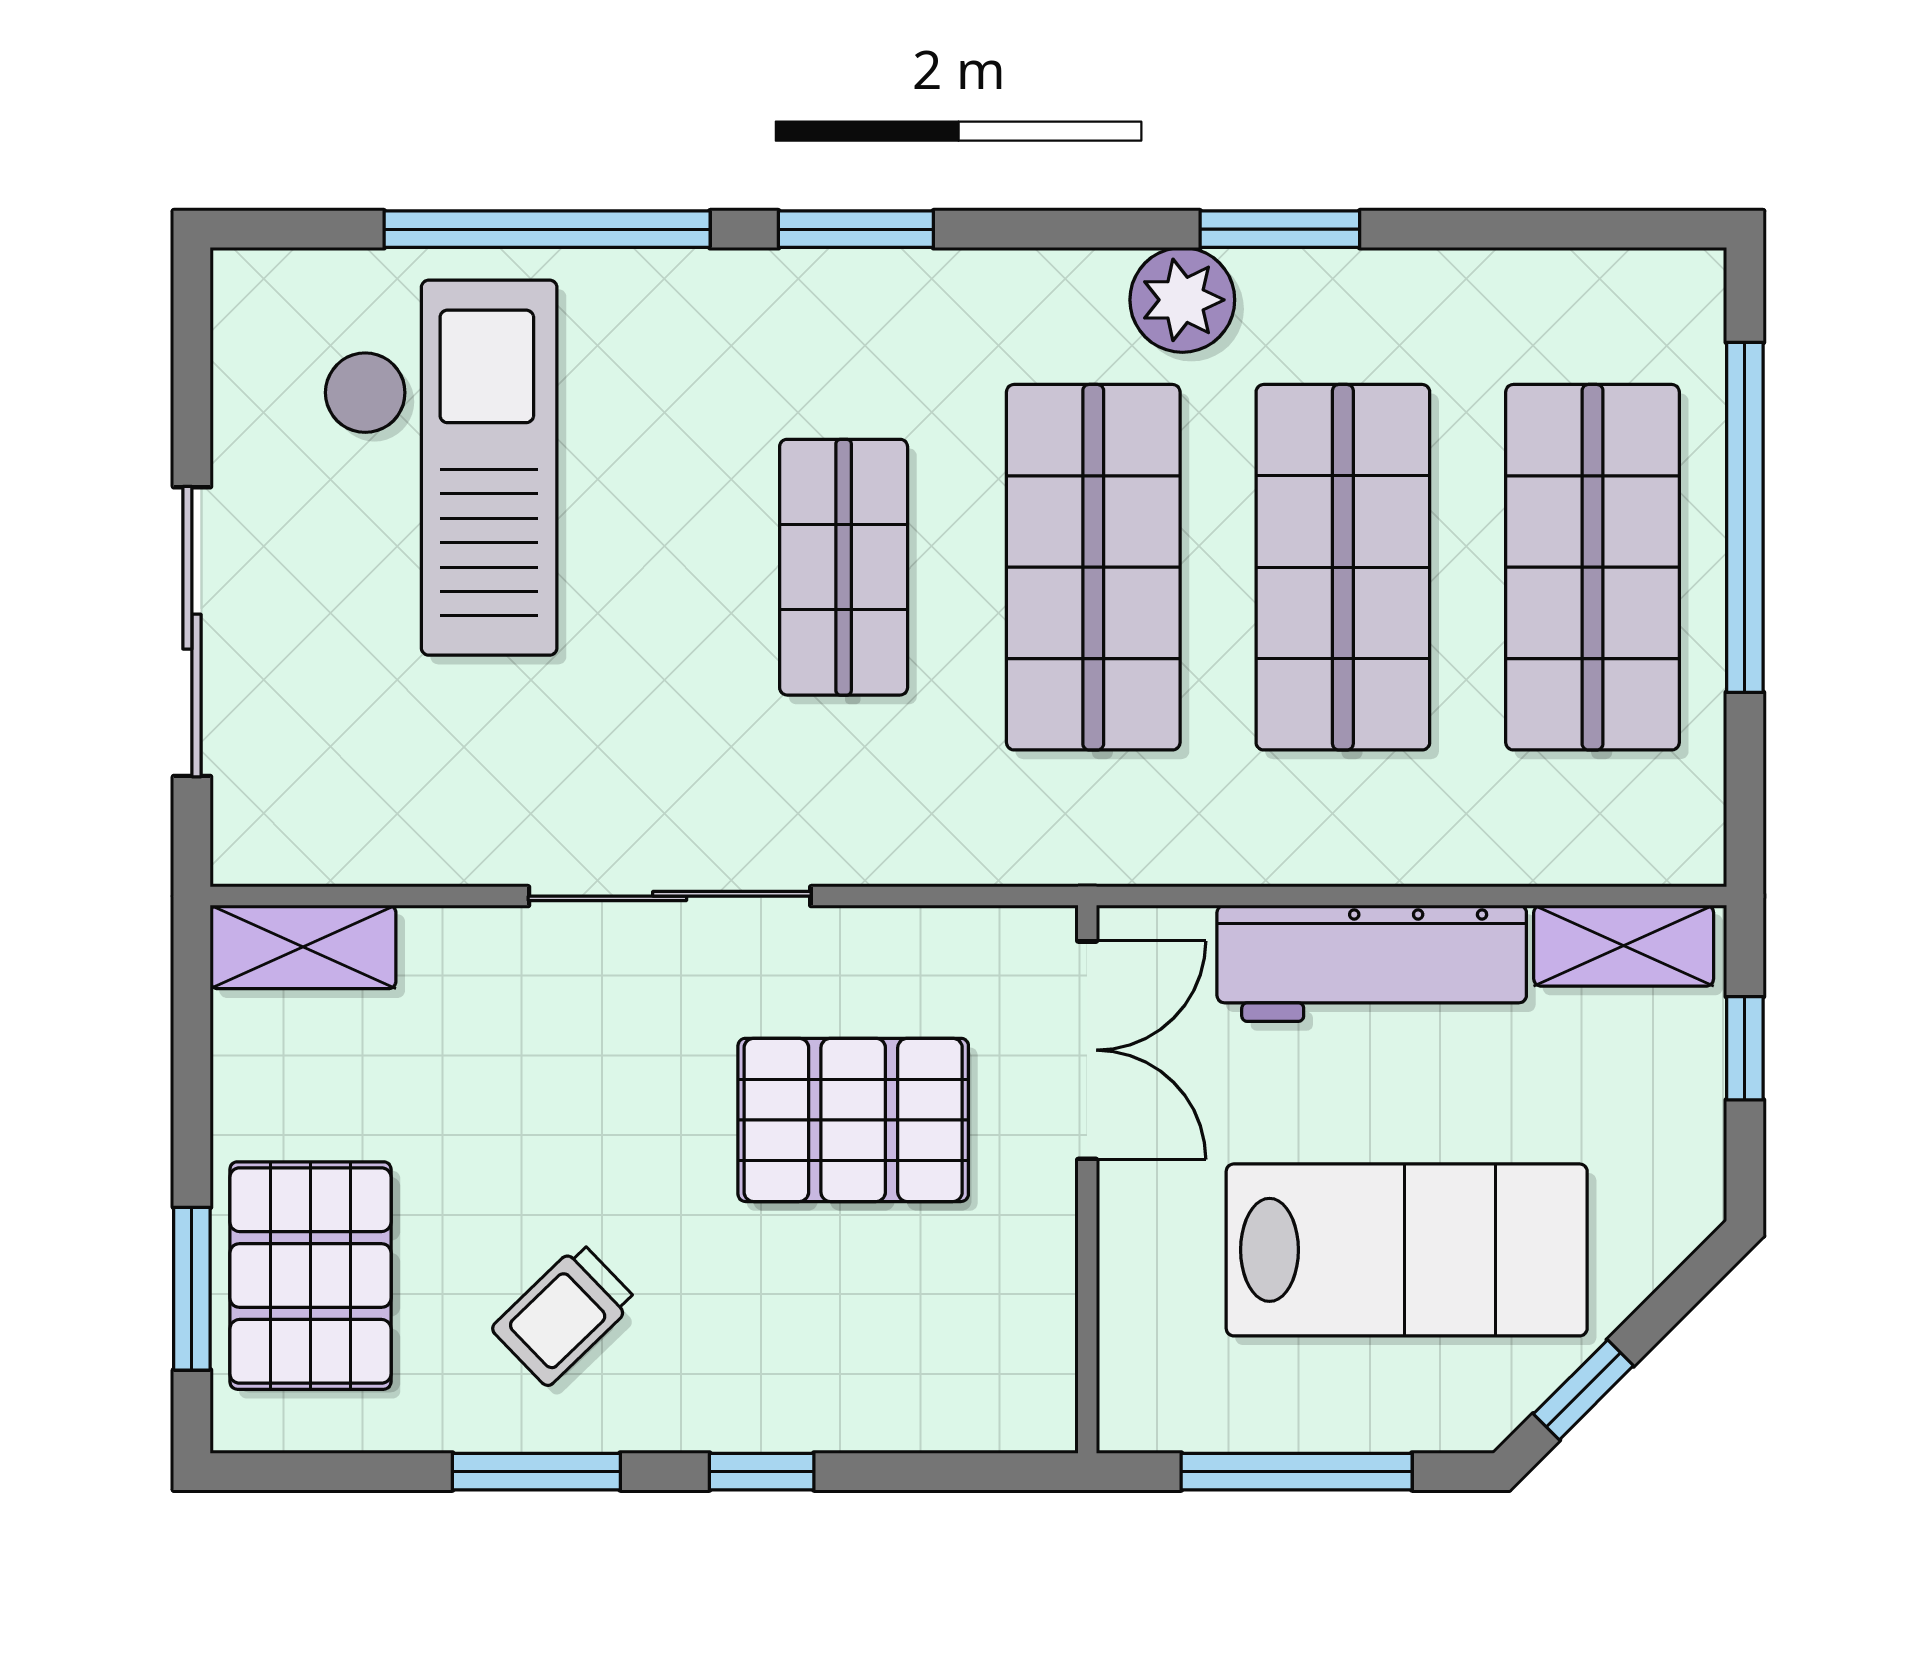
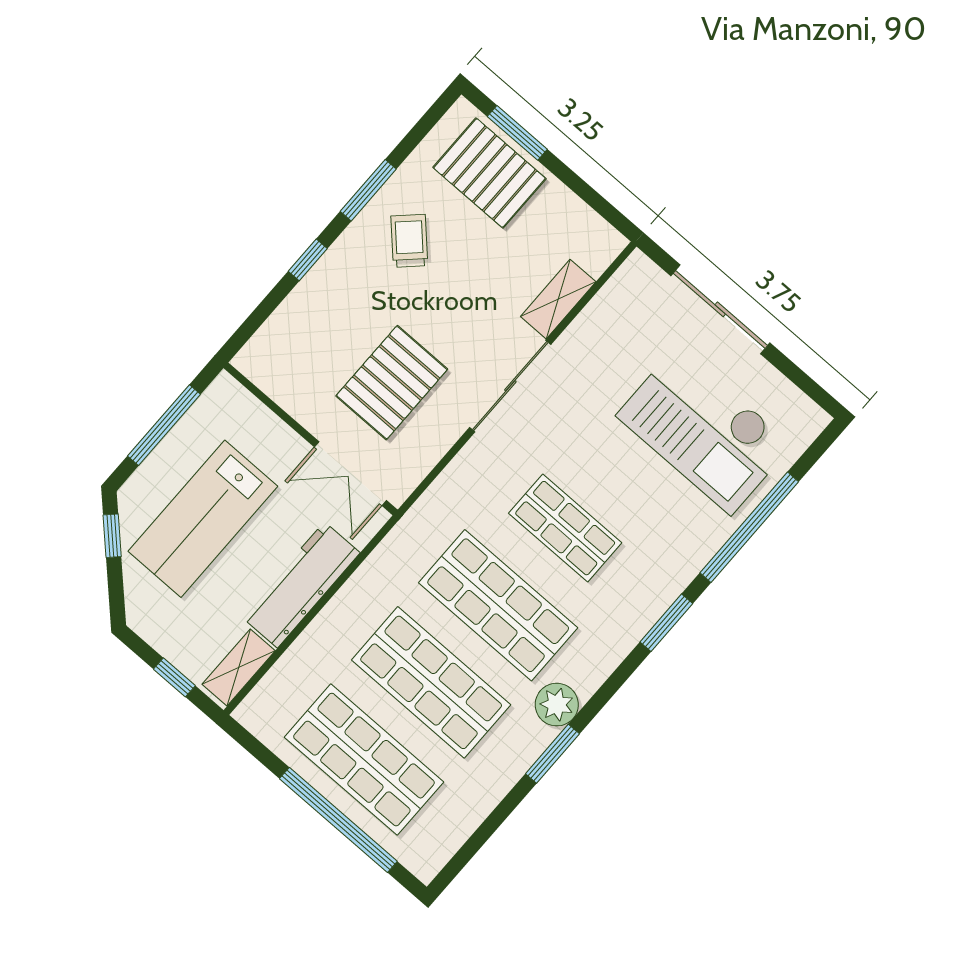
shelving: (303, 947) -> (558, 299), moved

